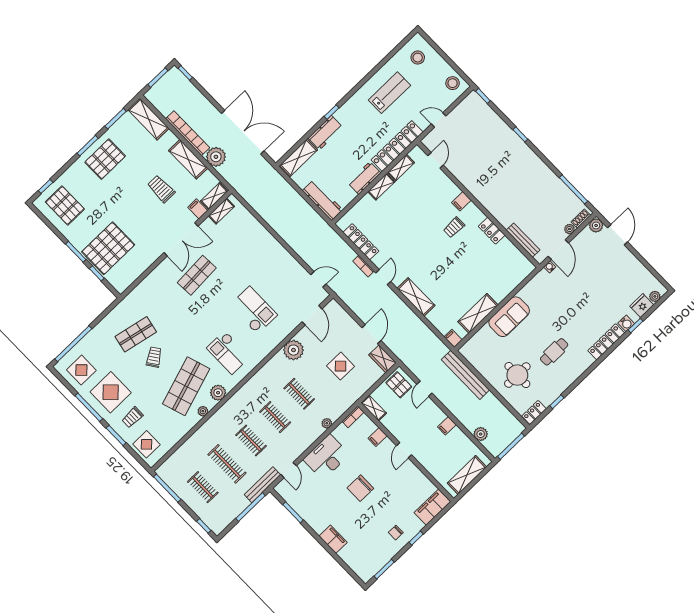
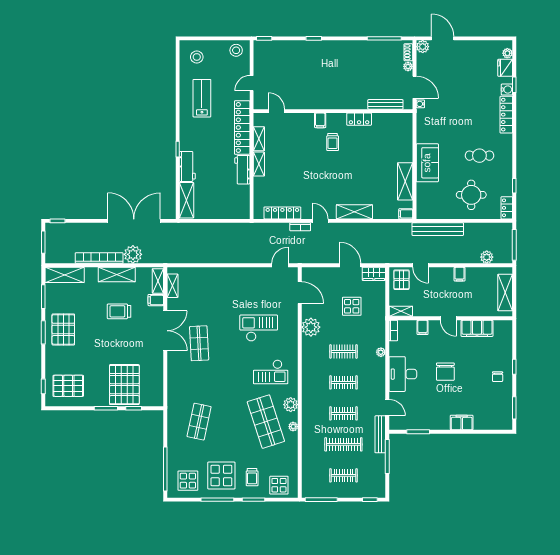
workbench: (323, 200) -> (230, 212), removed
cafe table: (554, 352) -> (479, 156), turned 90
trolley: (154, 357) -> (226, 424), removed
pallet: (399, 385) -> (401, 280), turned 90
filing cabinet: (432, 507) -> (477, 328), moved, turned -90

